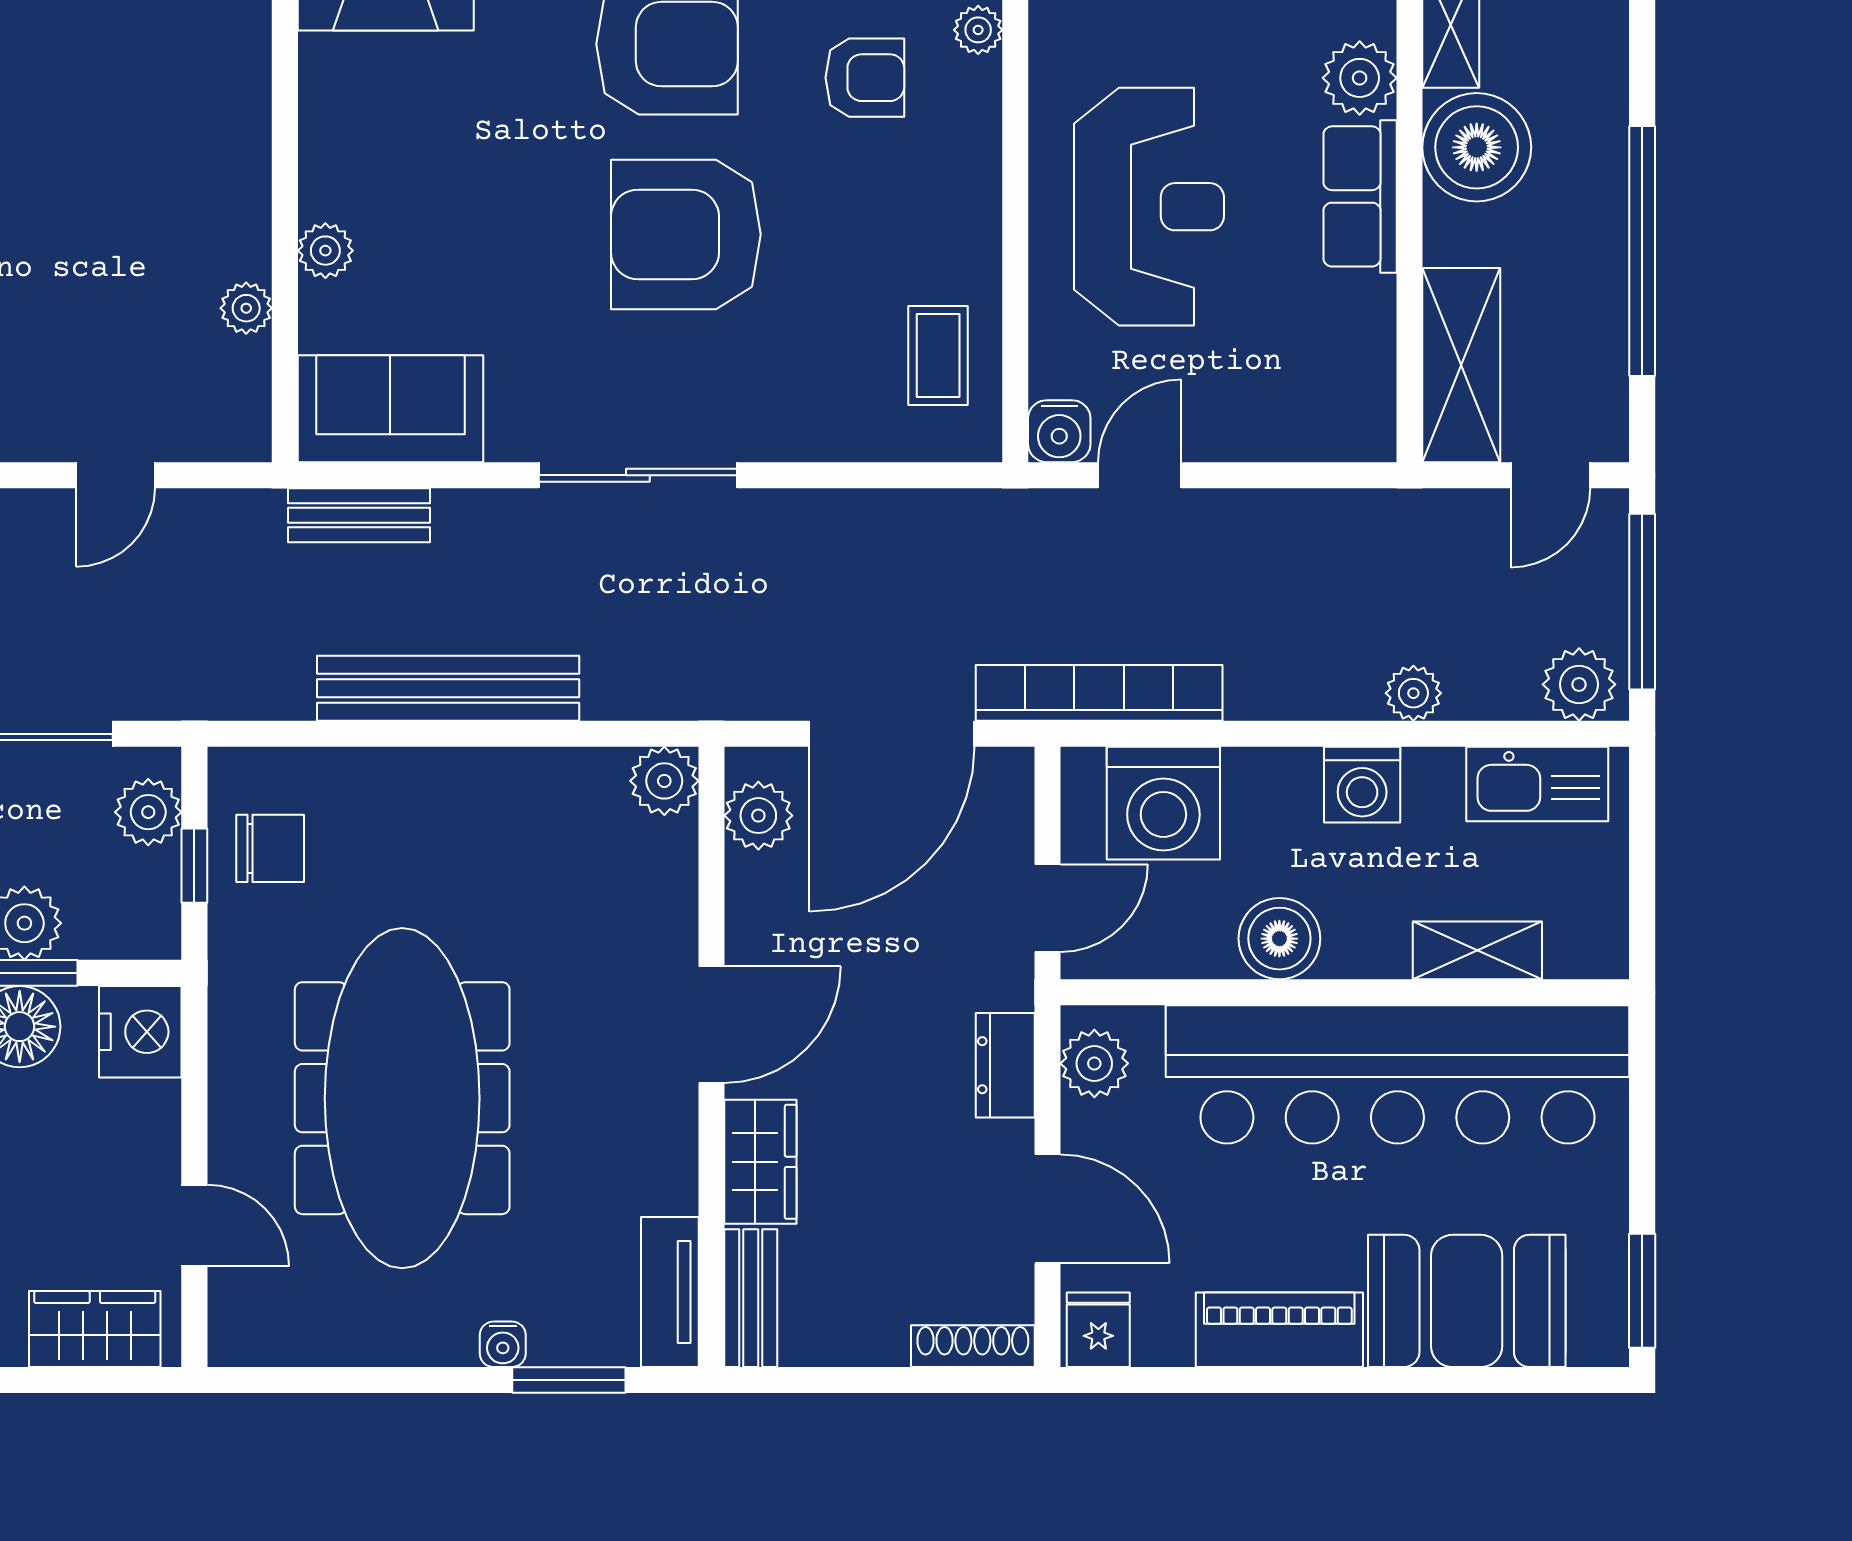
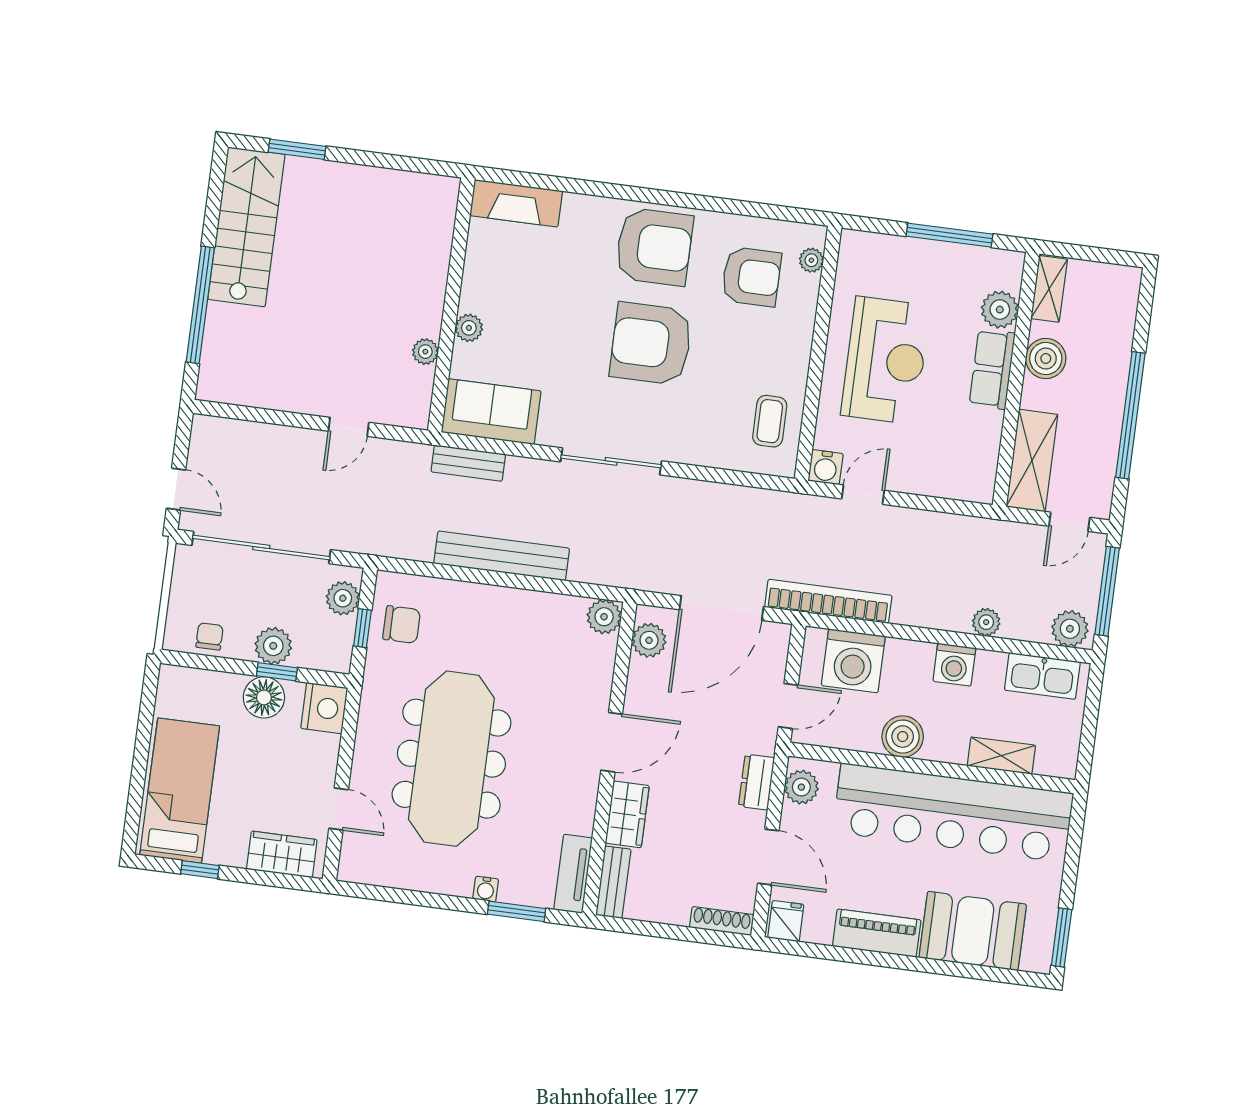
armchair: (865, 78) -> (751, 277), width x1.38, depth x1.38
boiler: (1477, 147) -> (1046, 358), width x0.73, depth x0.73

